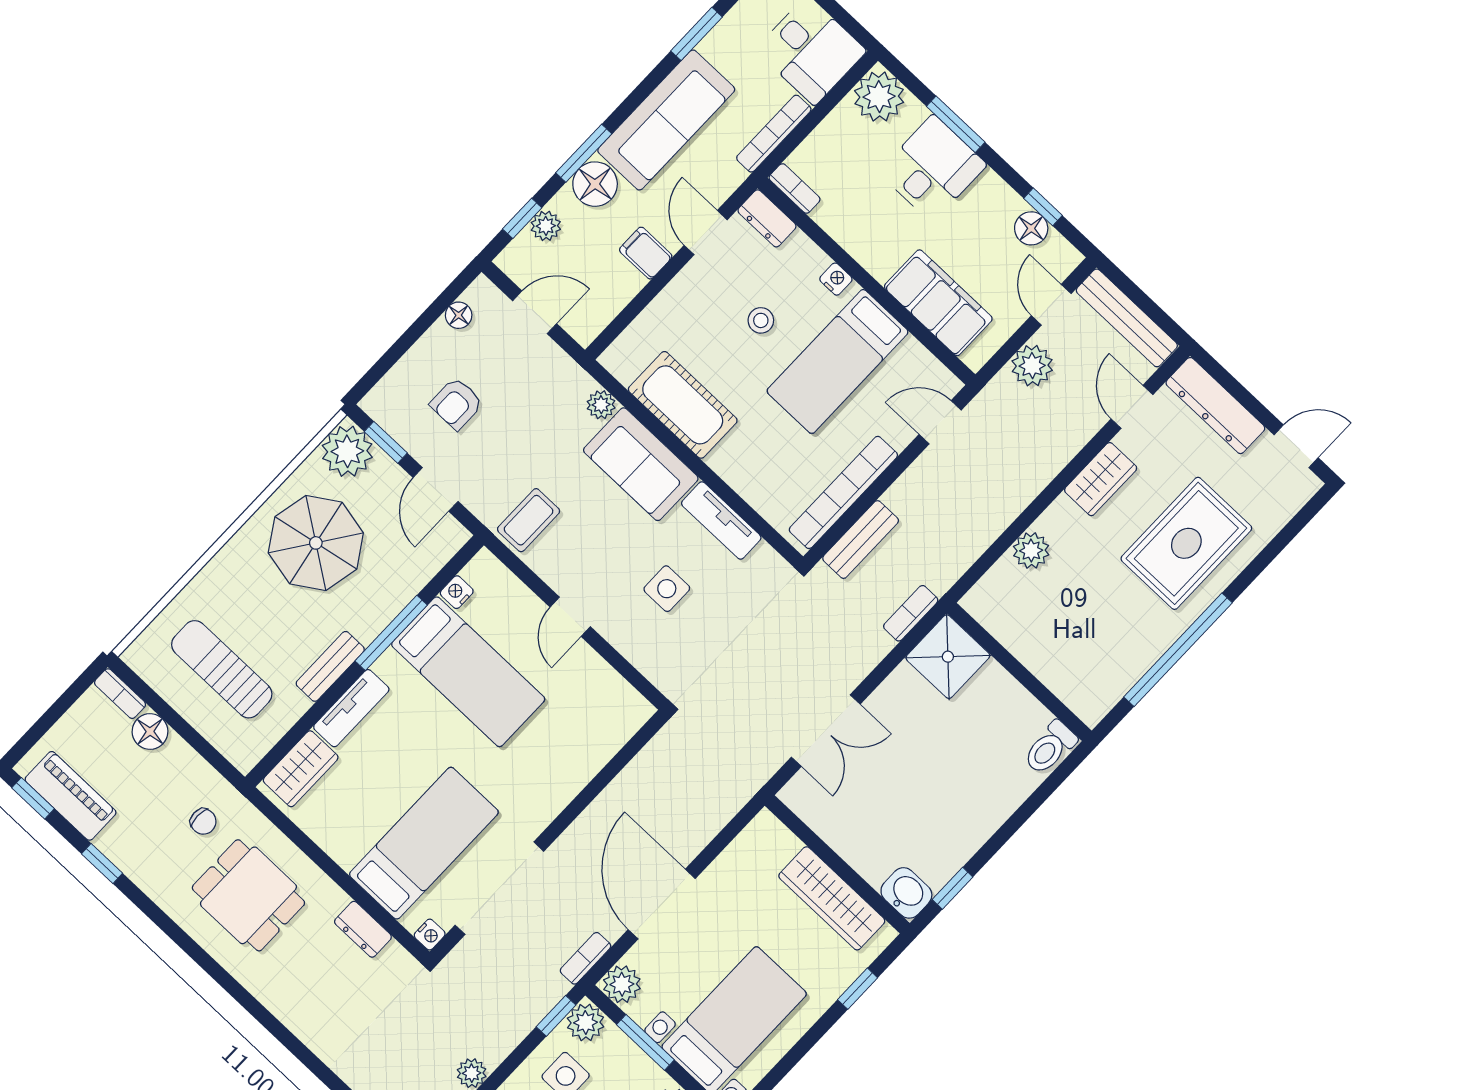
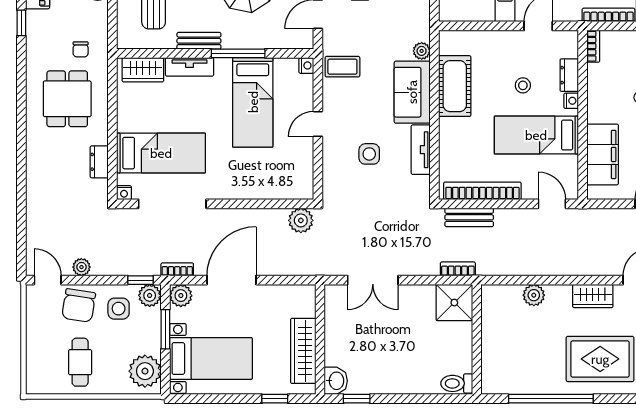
dresser: (767, 218) -> (569, 75), moved
plant: (1032, 366) -> (301, 220), moved
nightstand: (457, 592) -> (306, 65), moved, turned 90

